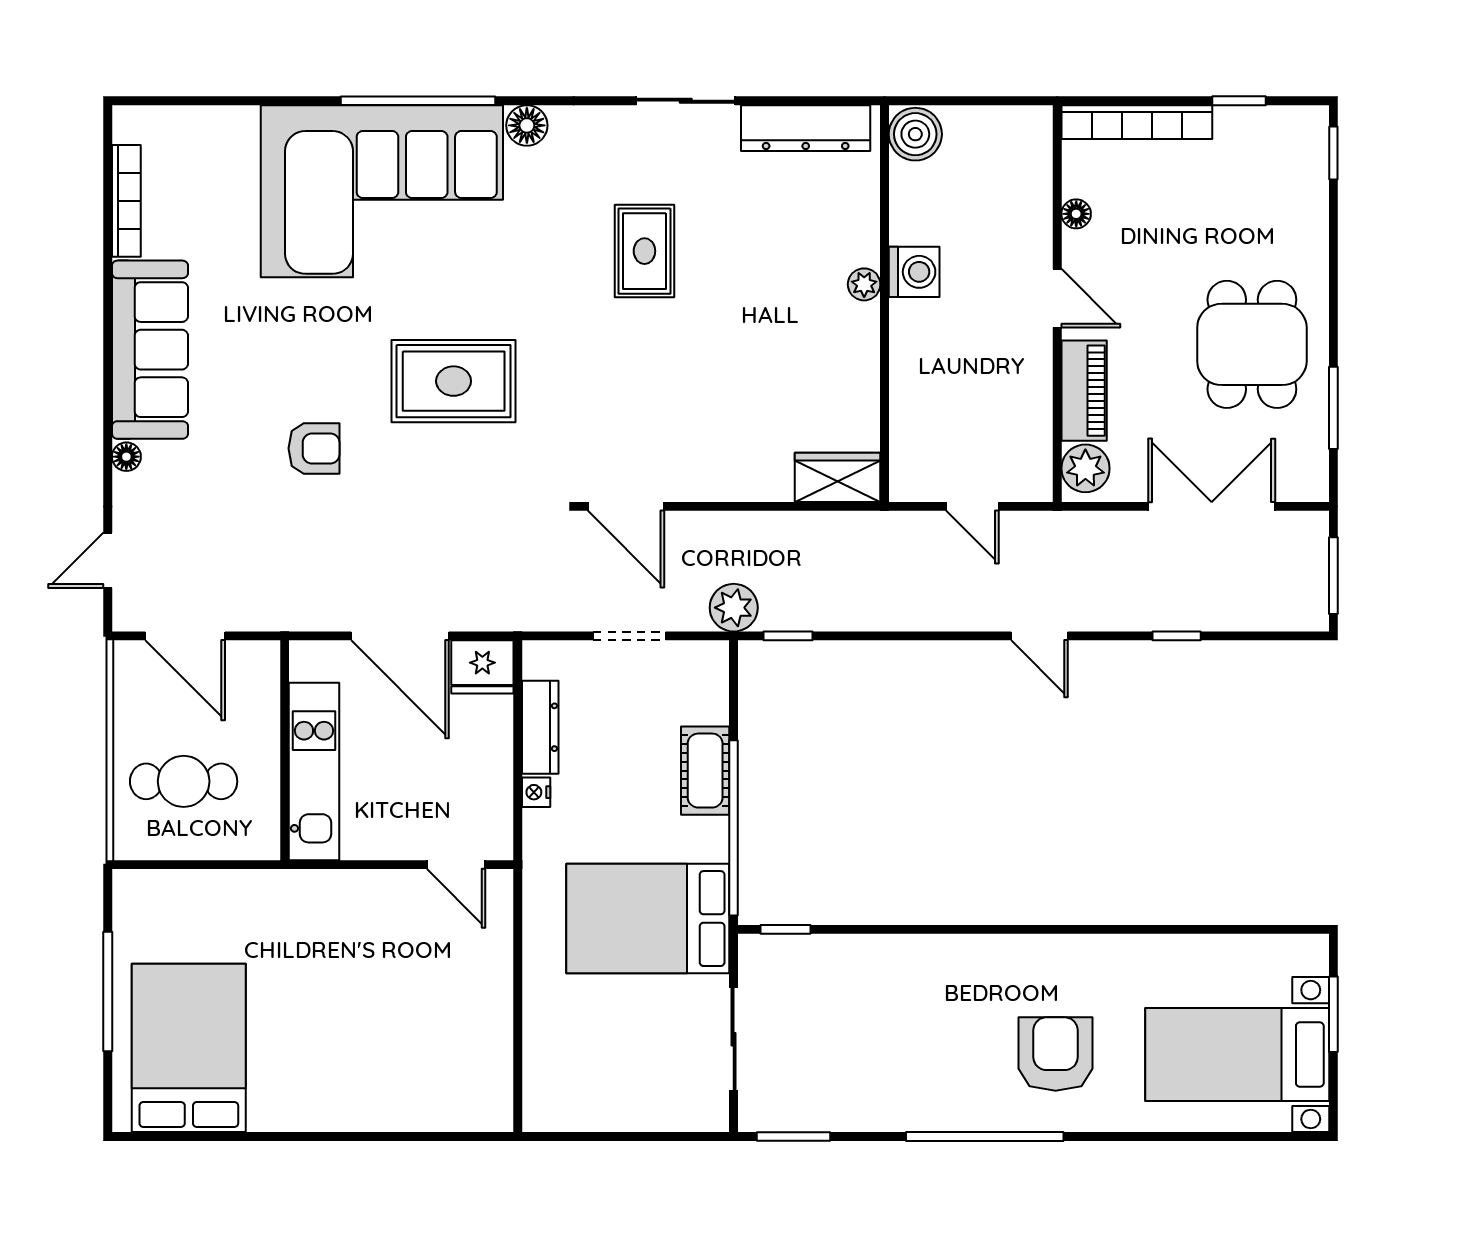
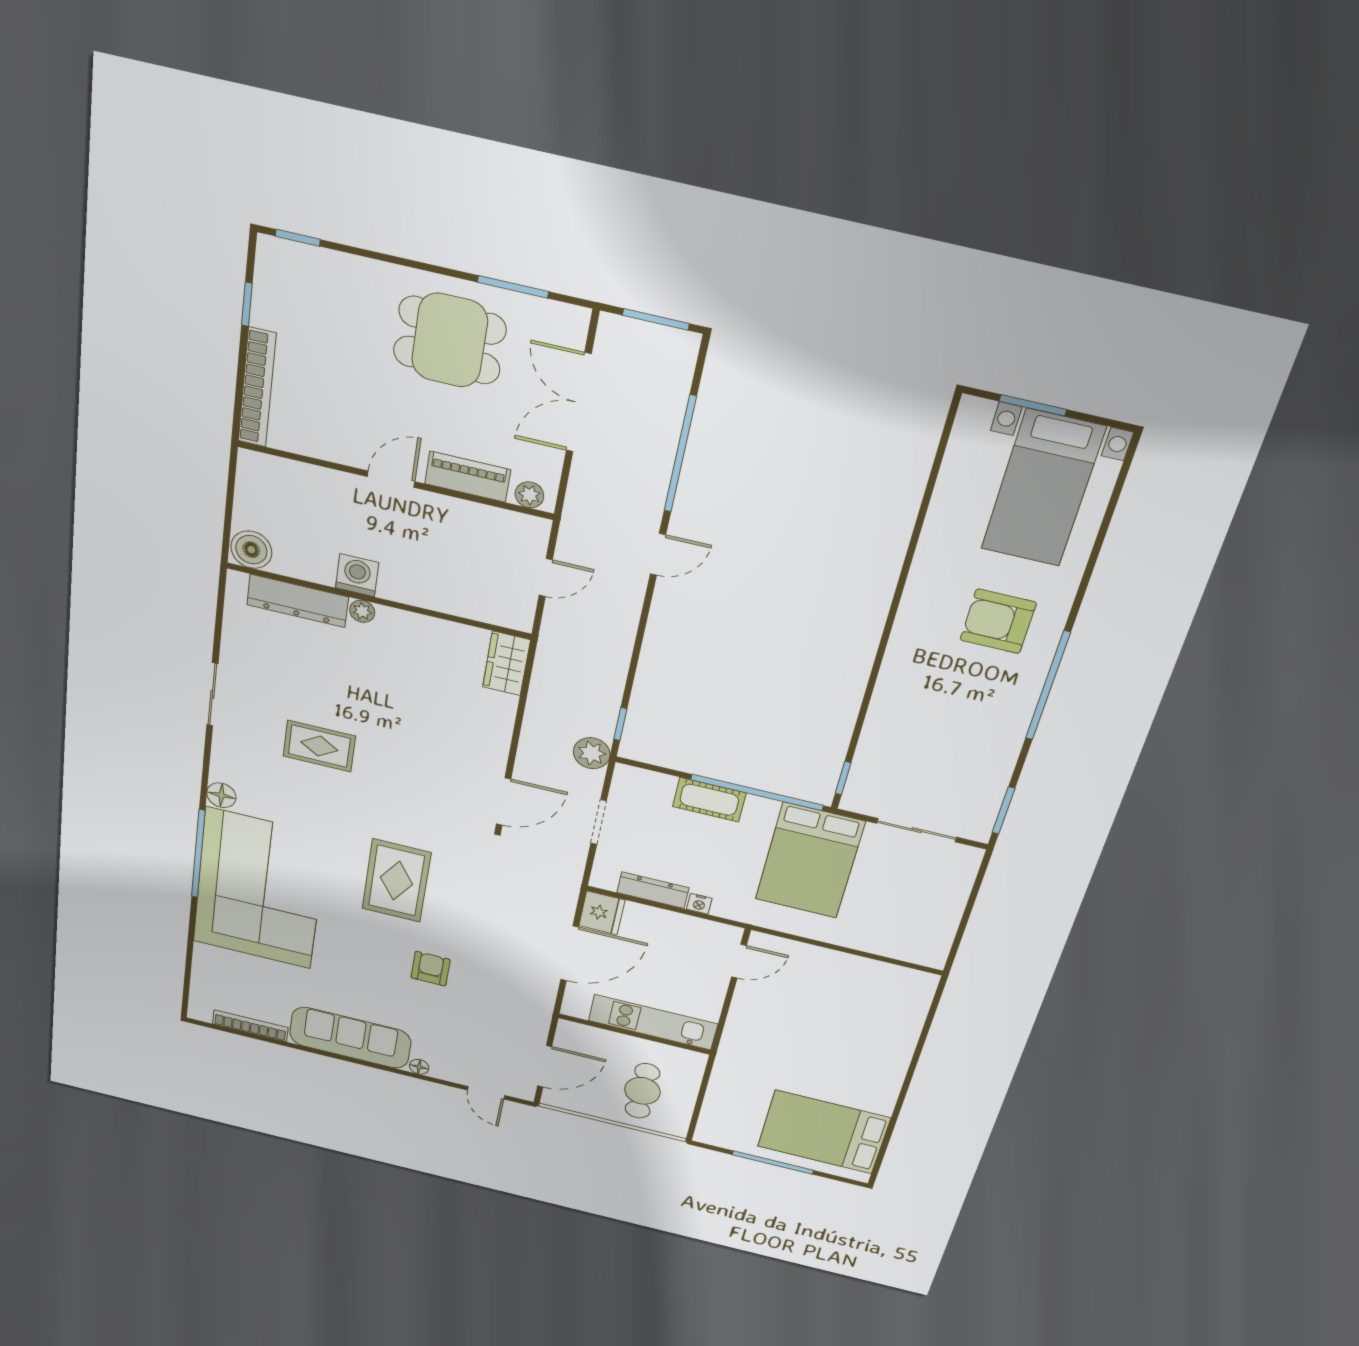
dresser: (806, 128) -> (298, 601), moved, turned 90
floor lamp: (1076, 214) -> (326, 450), removed
plant: (1085, 468) -> (529, 495), width x0.73, depth x0.73
window: (1177, 636) -> (680, 454), width x3.17

